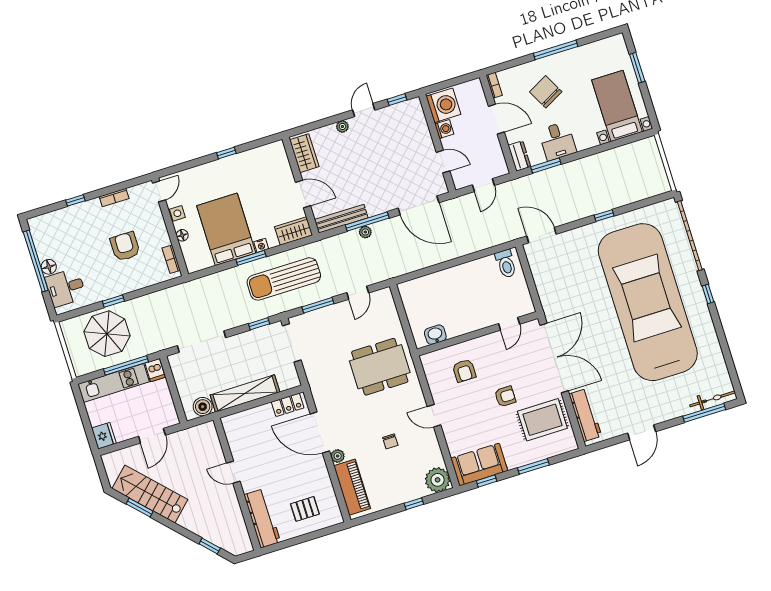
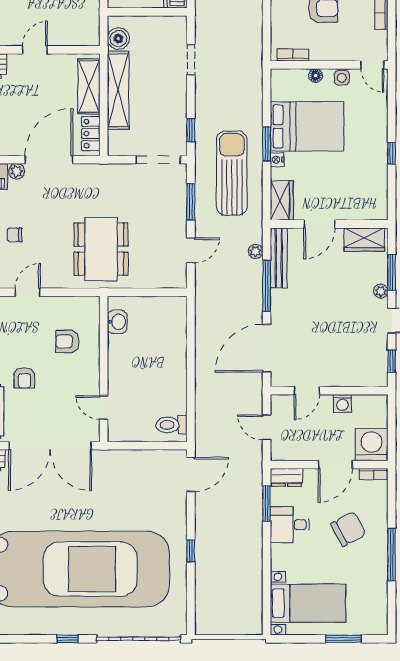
washing machine: (443, 105) -> (372, 445), moved, turned 180
window: (324, 122) -> (392, 272), added
plant: (365, 232) -> (256, 251), moved
door: (358, 293) -> (191, 250), swing flipped
doorway: (201, 342) -> (191, 60), width x0.53
shelving: (249, 419) -> (89, 86), added

